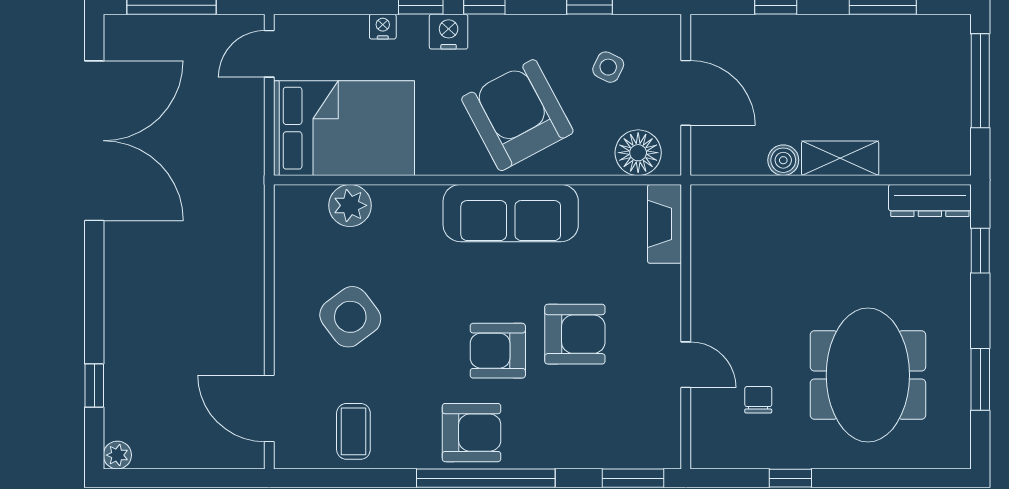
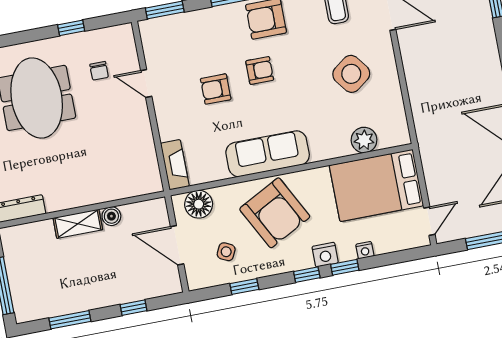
armchair: (575, 334) -> (216, 89), width x0.72, depth x0.72
armchair: (498, 351) -> (260, 70), width x0.72, depth x0.72

